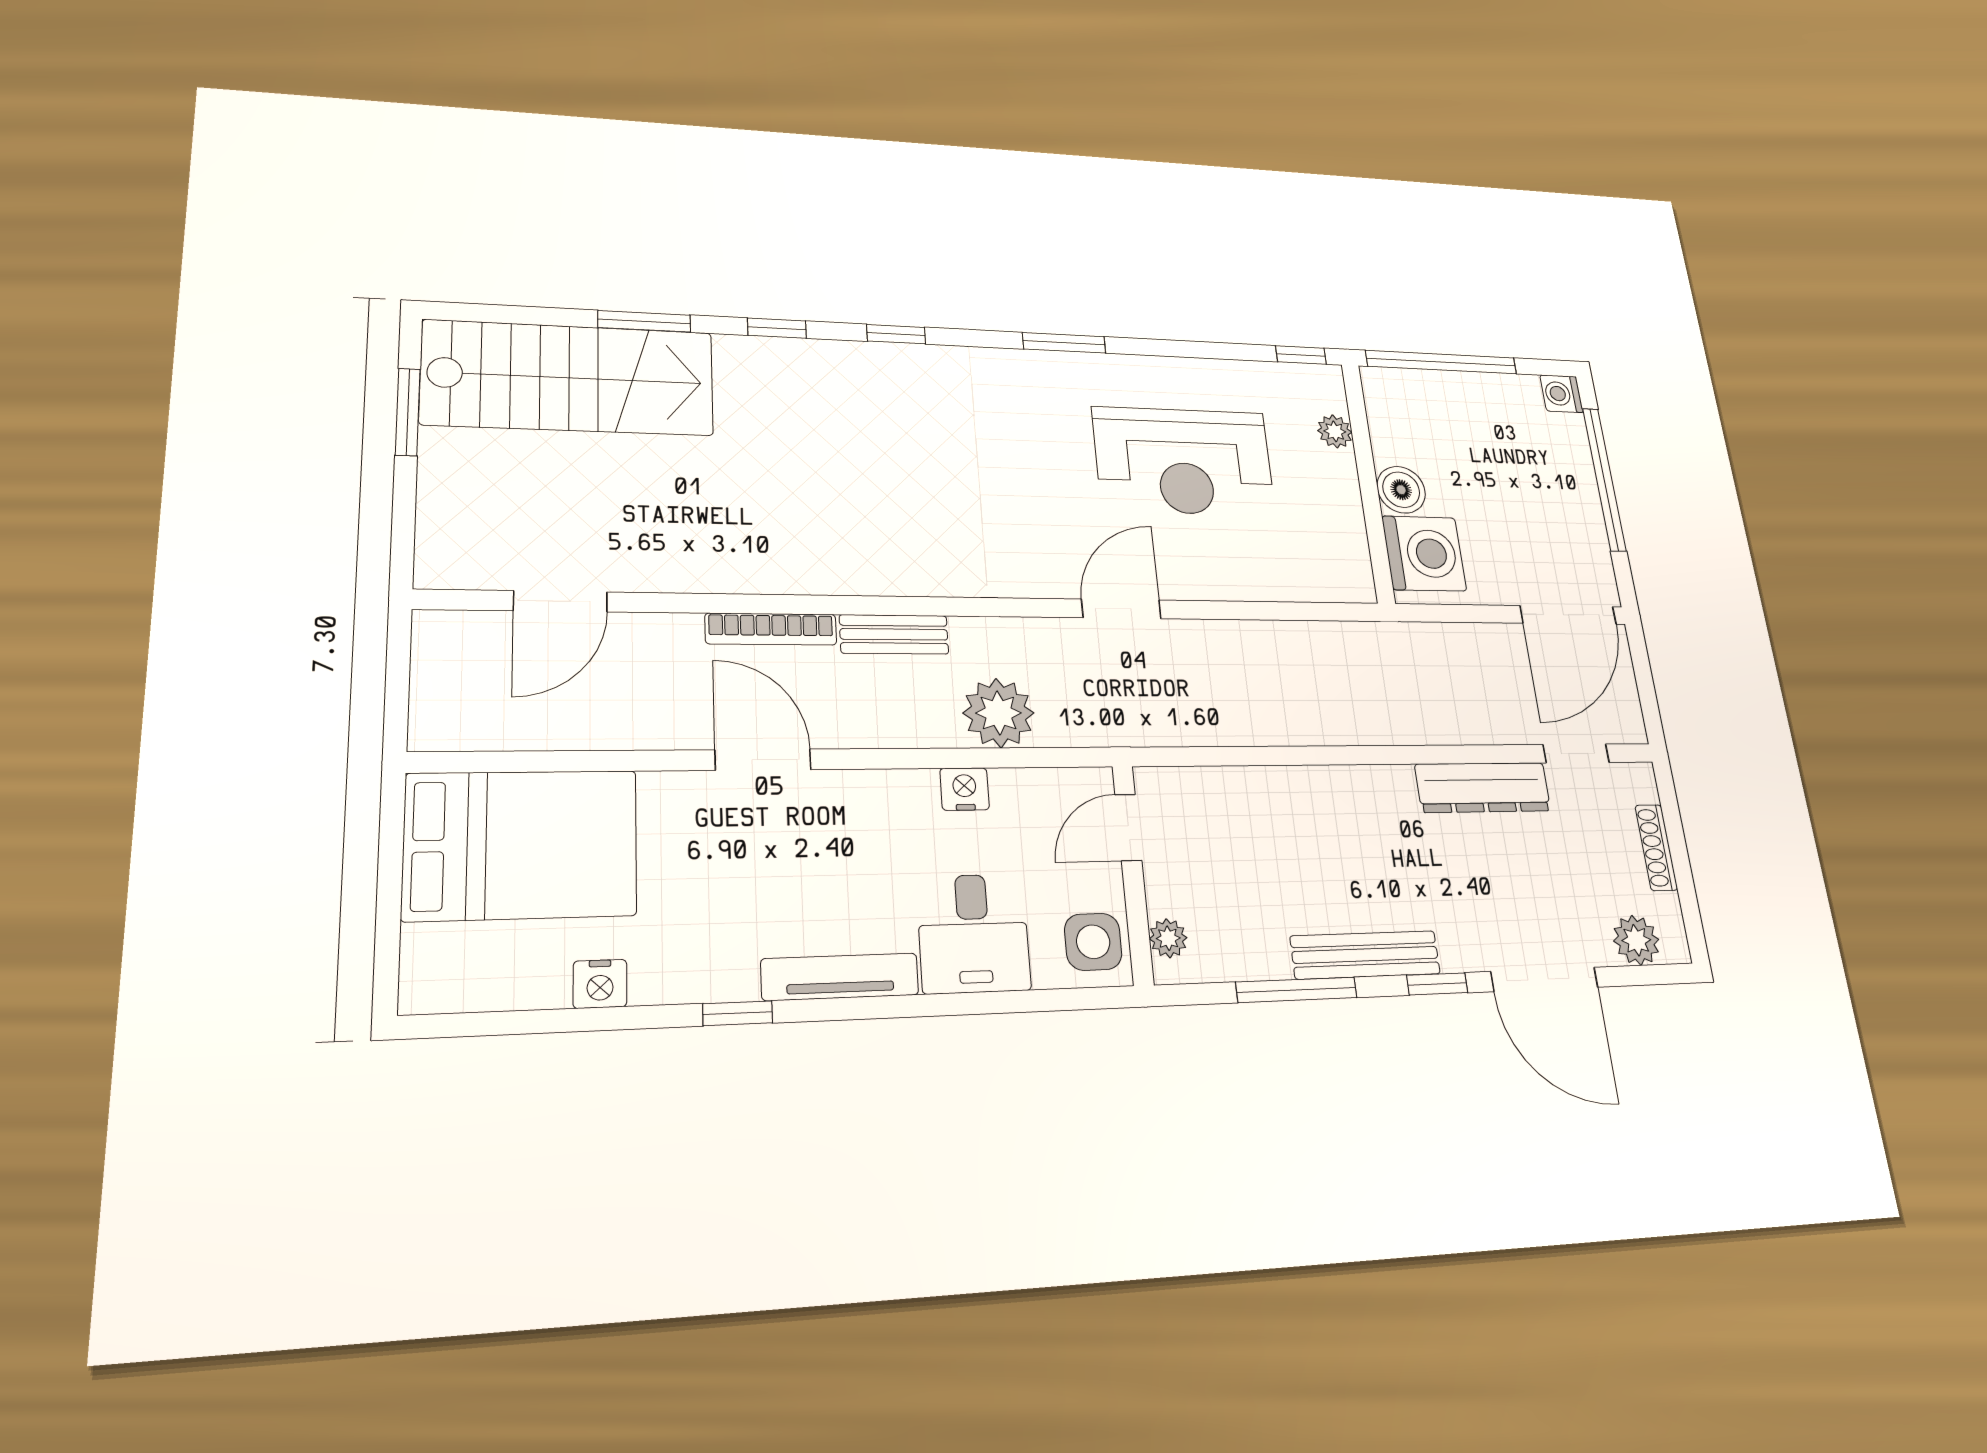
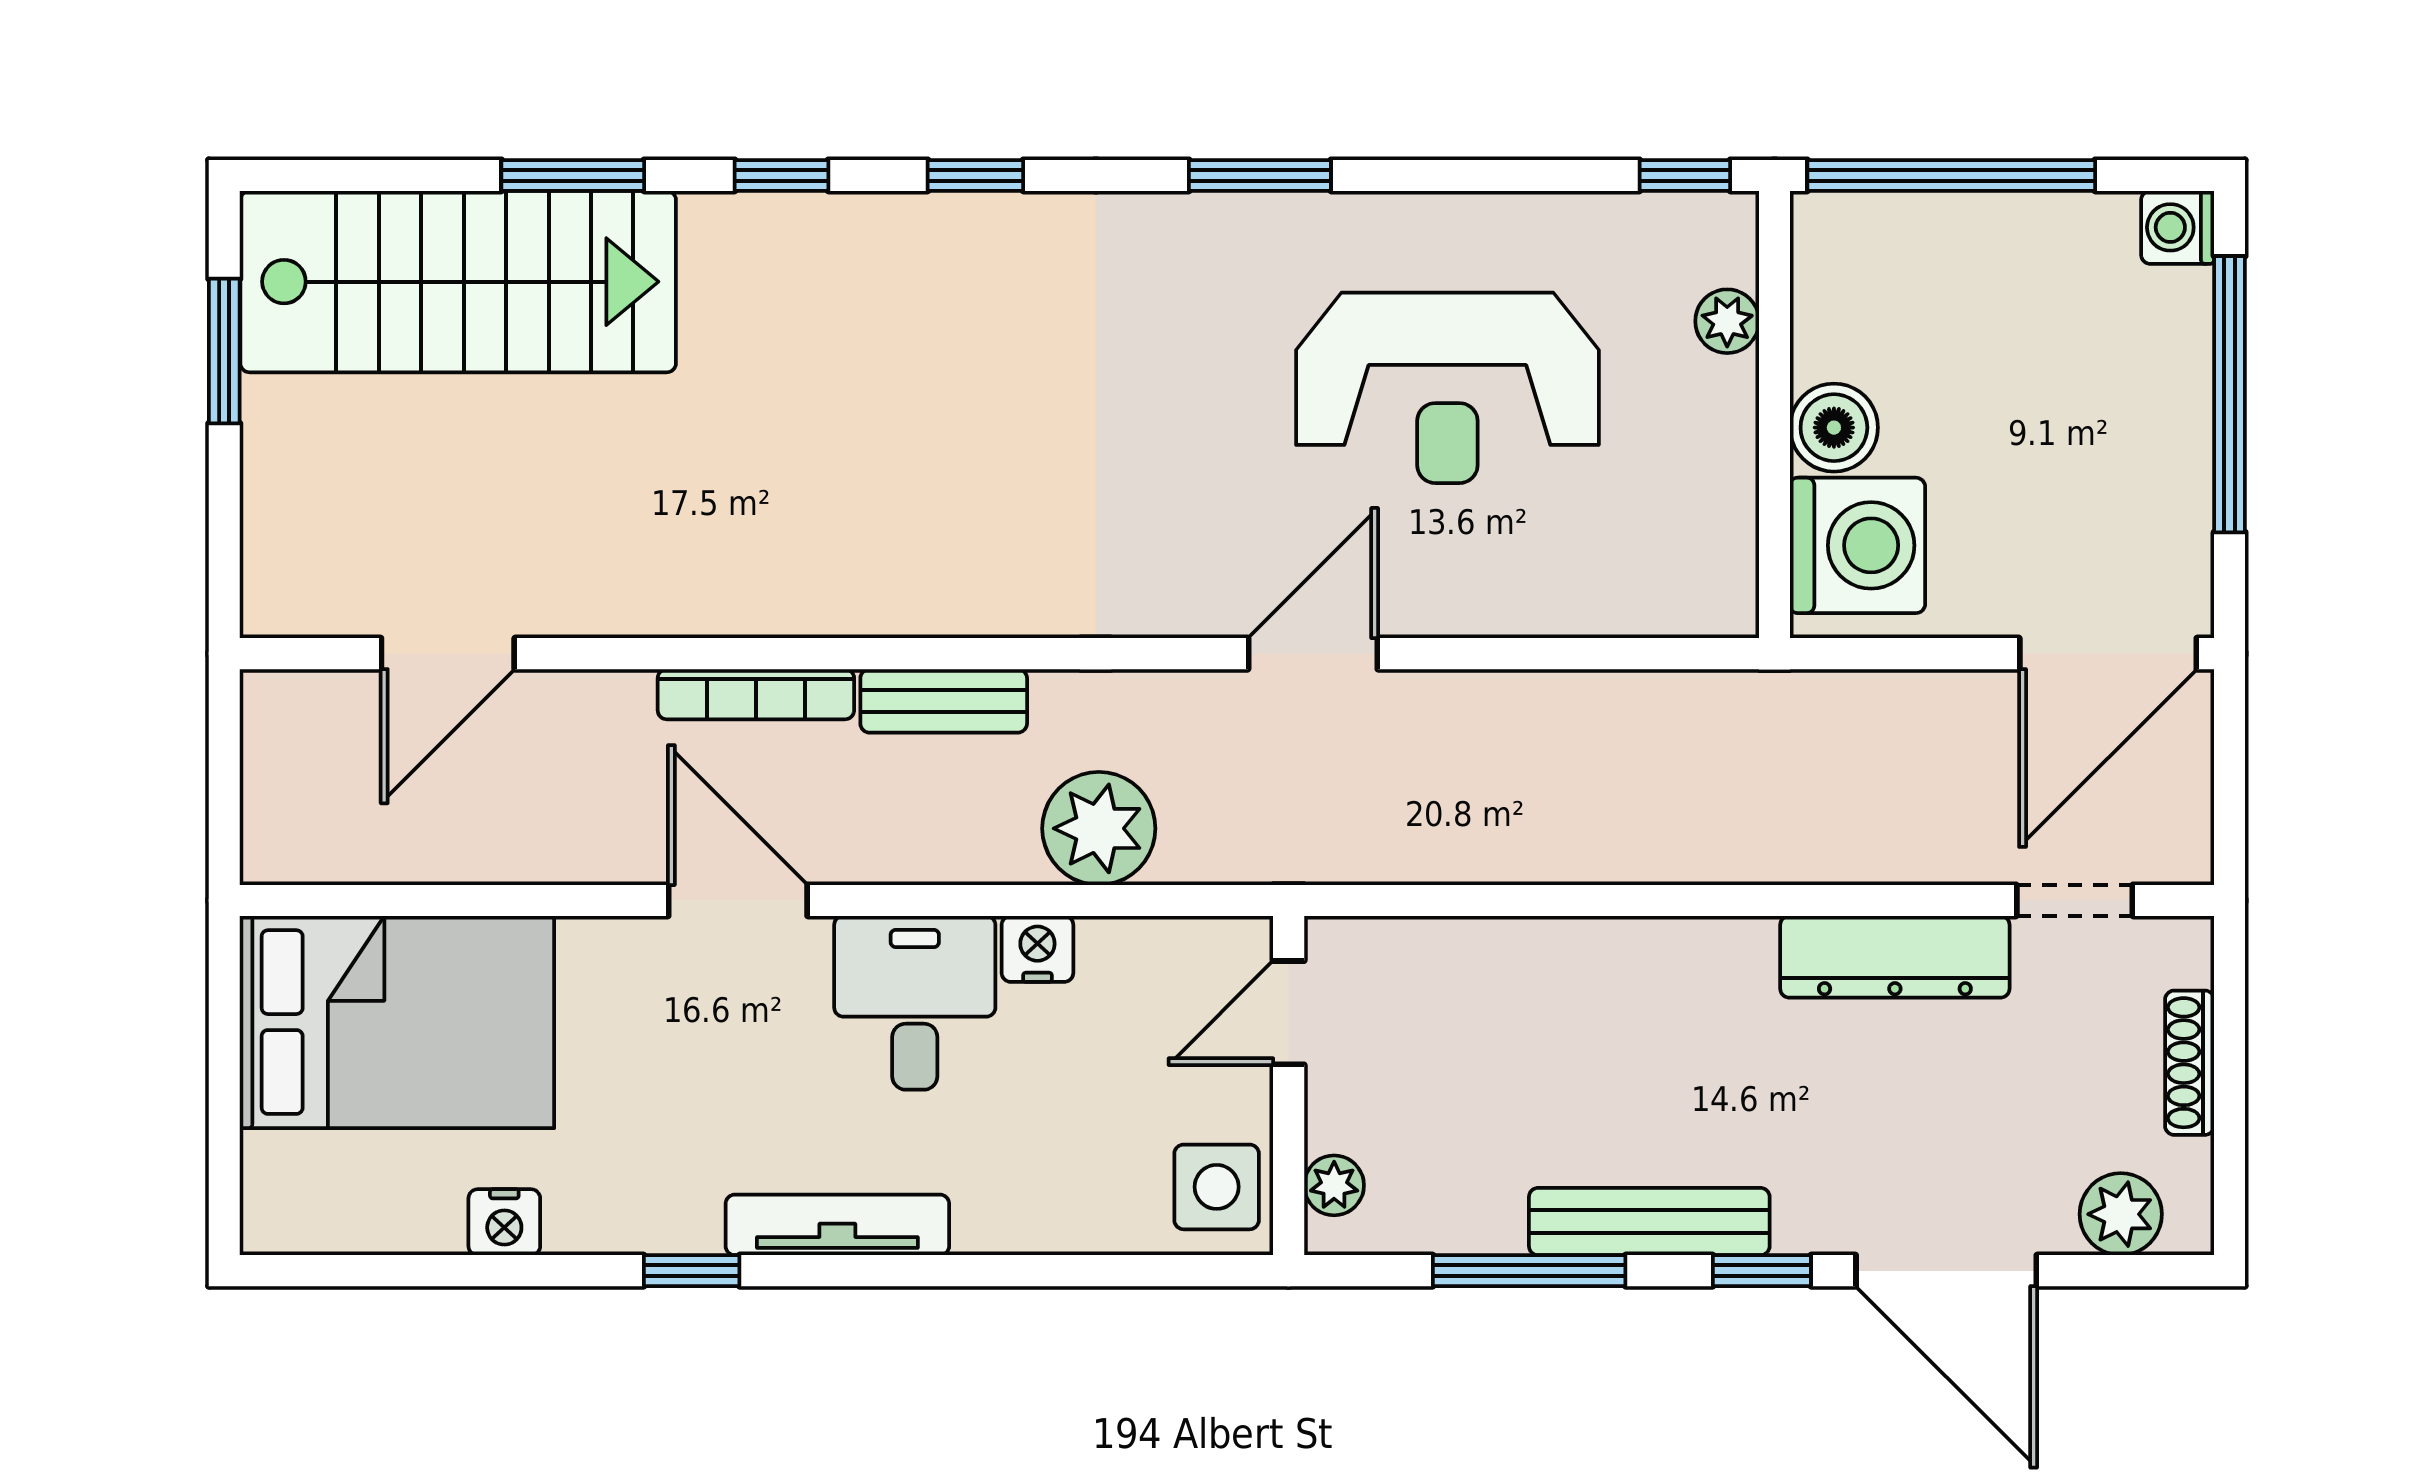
desk: (973, 933) -> (915, 1003), moved, turned 180

